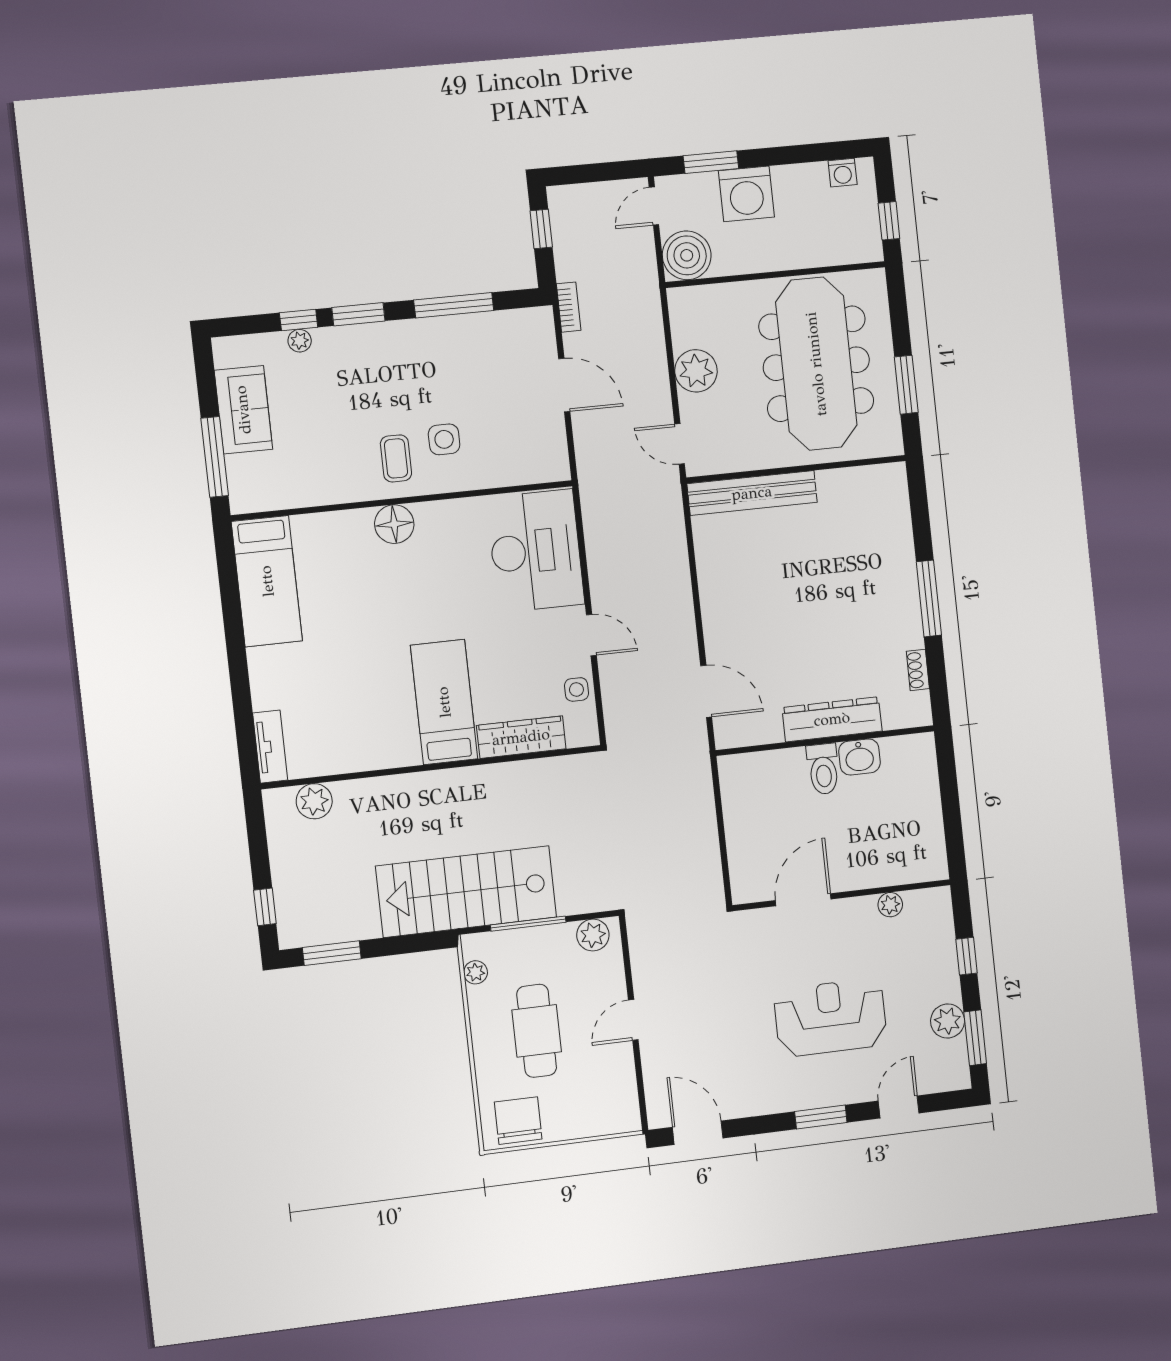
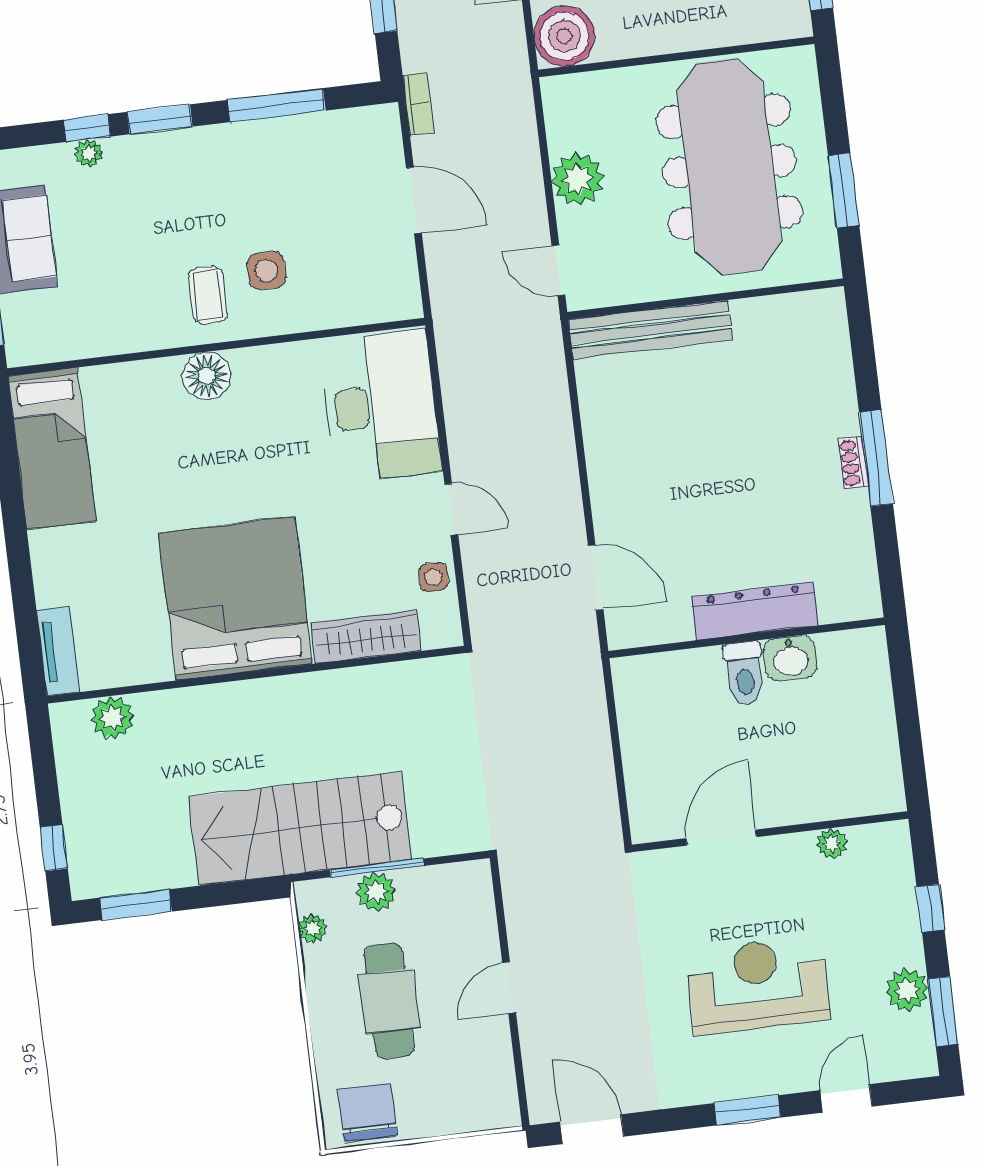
shoe rack: (918, 670) -> (853, 463), moved
bed: (444, 702) -> (235, 598), width x2.04
plant: (593, 935) -> (376, 892), moved

